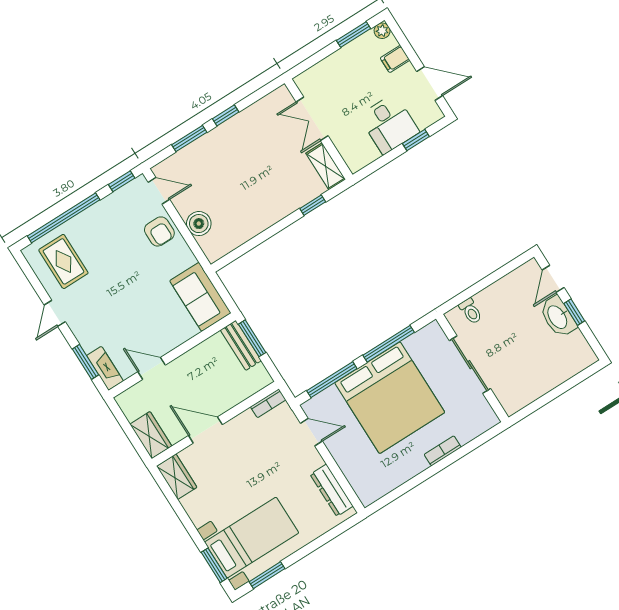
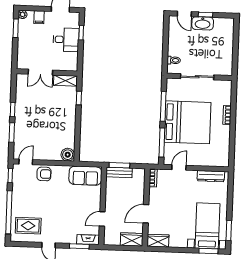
boiler: (199, 224) -> (68, 155), moved

